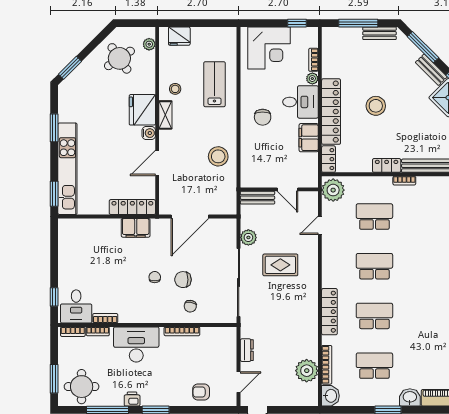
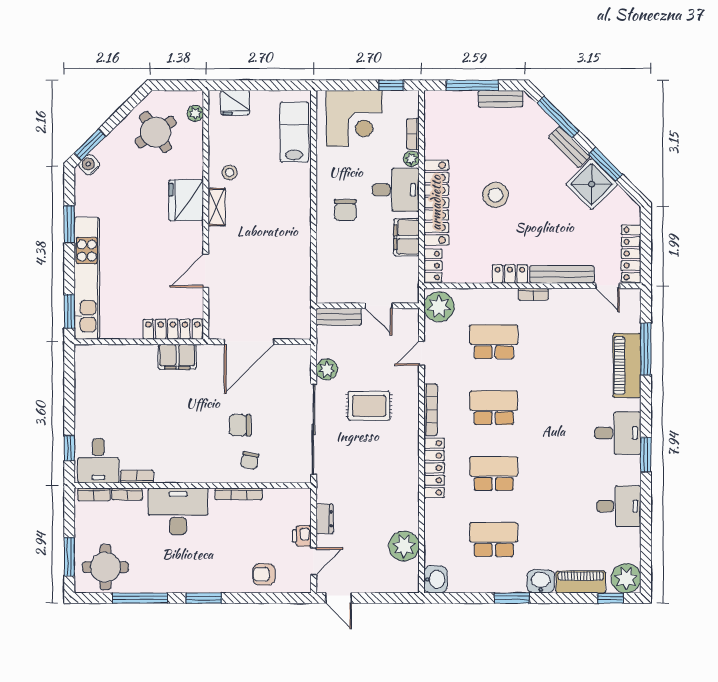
lab bench: (214, 84) -> (294, 132), moved
water cooler: (149, 133) -> (89, 165), moved, turned -135
stool: (218, 156) -> (287, 262), removed
chair: (155, 277) -> (202, 422), removed
bookcase: (327, 365) -> (431, 410), moved
printer: (132, 399) -> (302, 536), moved, turned -90

